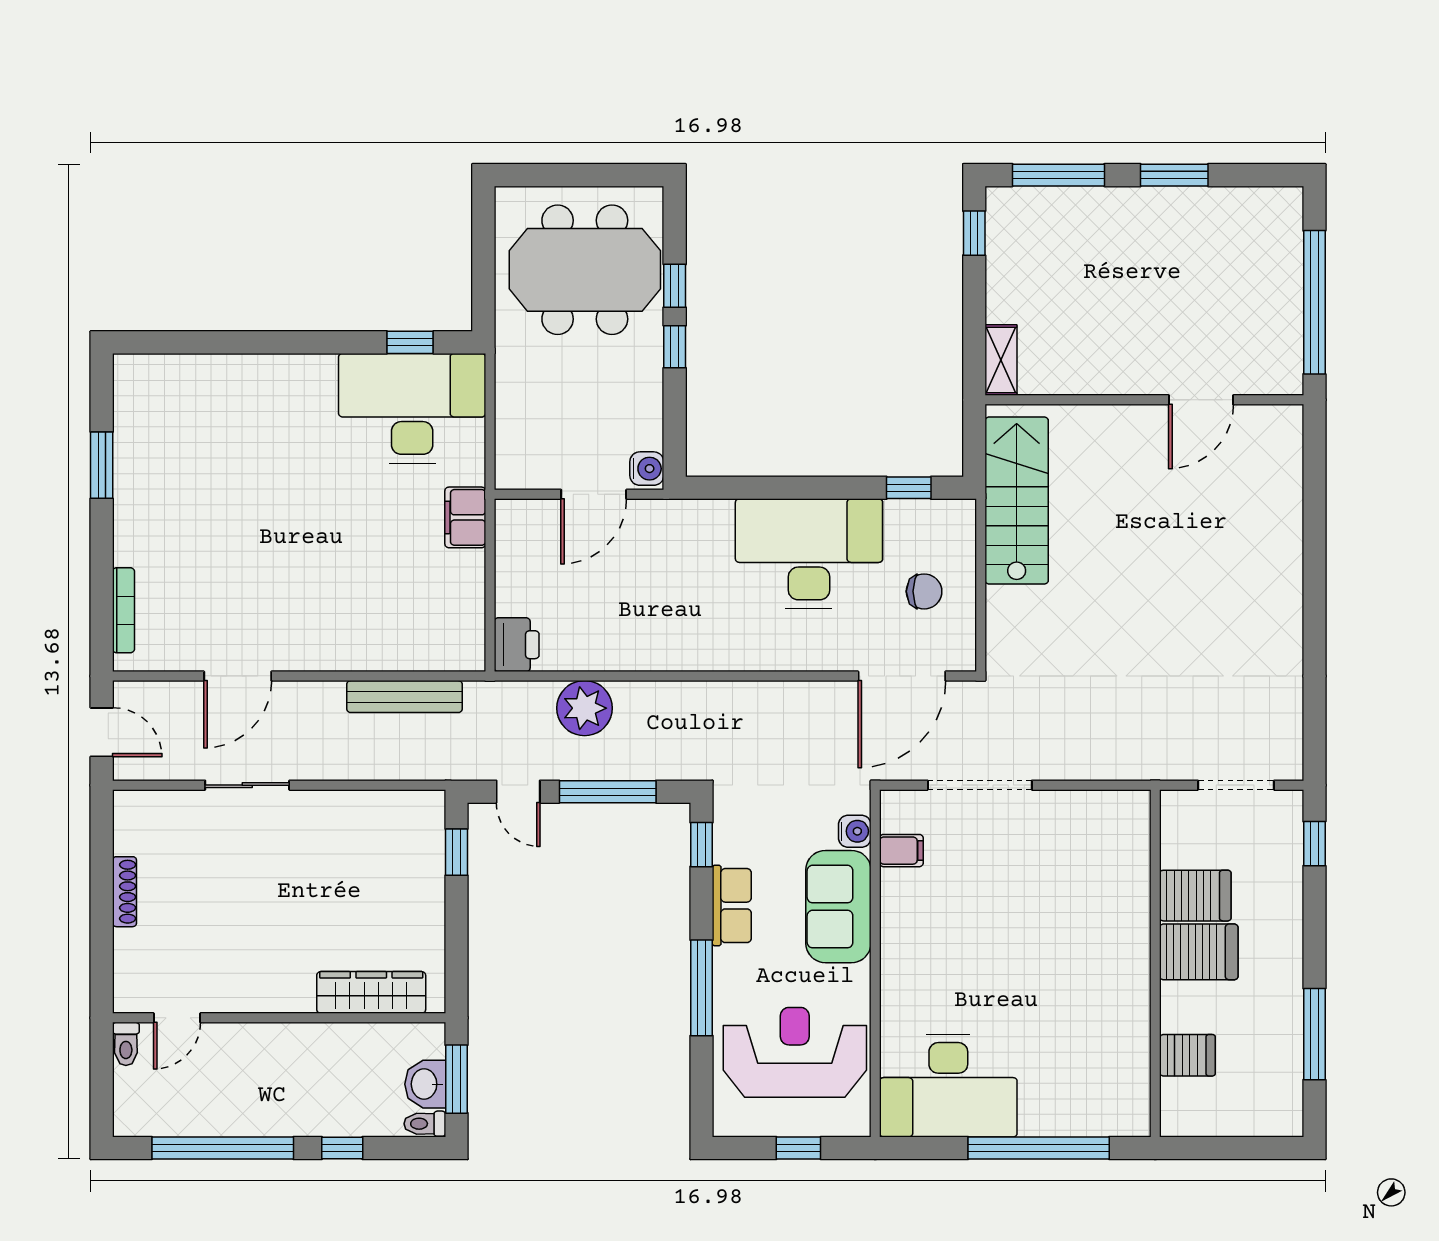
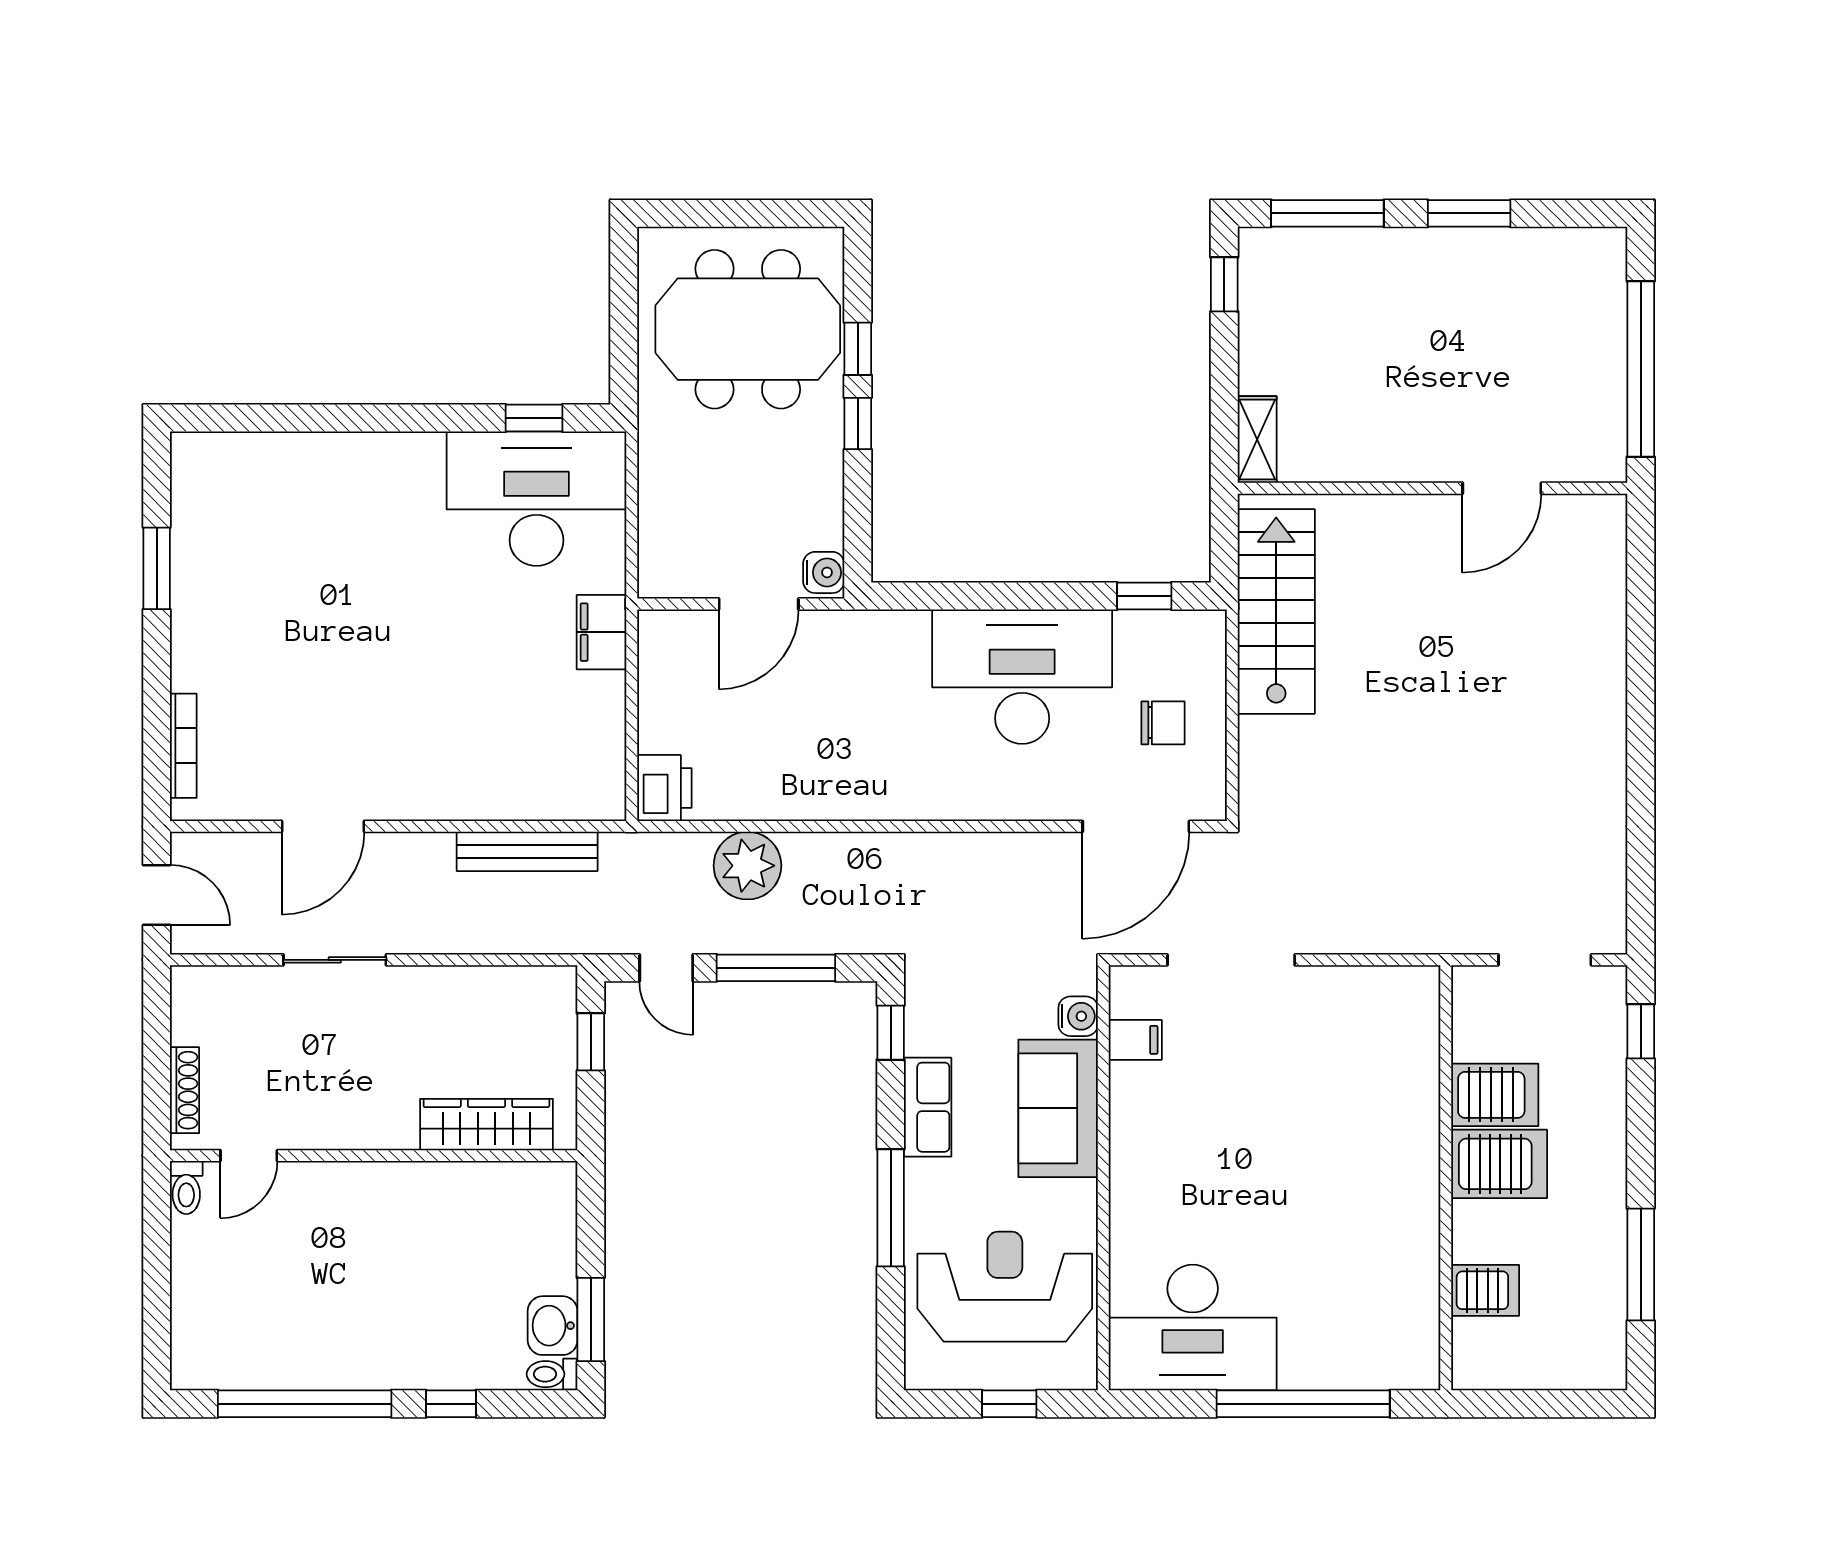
wardrobe: (371, 992) -> (486, 1125), moved
door: (177, 1018) -> (249, 1156), moved
wall: (279, 1018) -> (374, 1156), moved
toilet: (126, 1044) -> (186, 1187), moved

